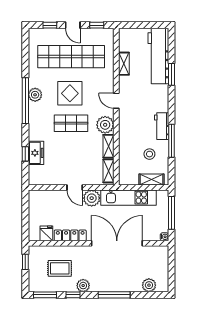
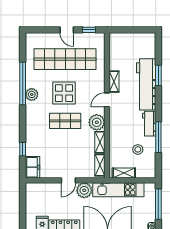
window: (50, 25) -> (45, 30), removed
workbench: (158, 56) -> (146, 84), moved
shelving: (124, 64) -> (114, 82), moved
window: (25, 101) -> (23, 83), moved
door: (116, 101) -> (107, 100), hinge flipped
freezer: (36, 153) -> (33, 167), moved
shelving: (151, 179) -> (124, 173), moved
door: (75, 187) -> (68, 180), hinge flipped

